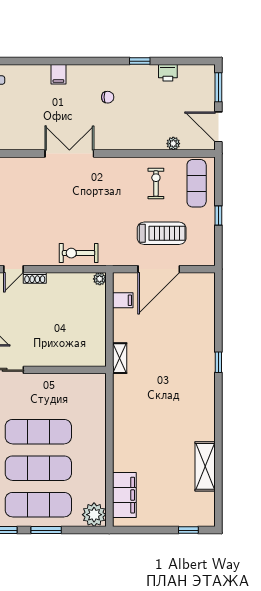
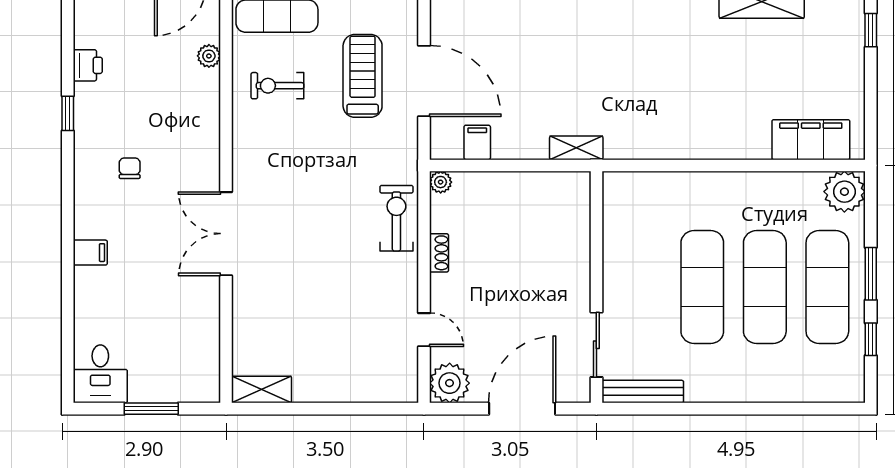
exercise bike: (79, 253) -> (396, 218), turned 180
shoe rack: (35, 278) -> (439, 253), moved

